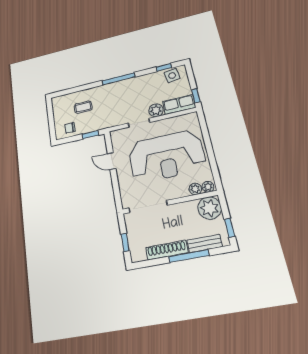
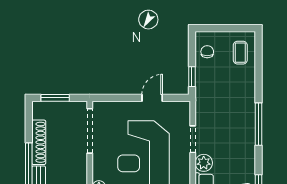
coffee table: (83, 107) -> (240, 53), moved
window: (125, 242) -> (55, 98), width x1.50

